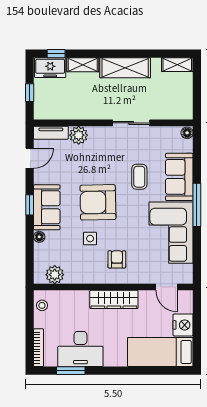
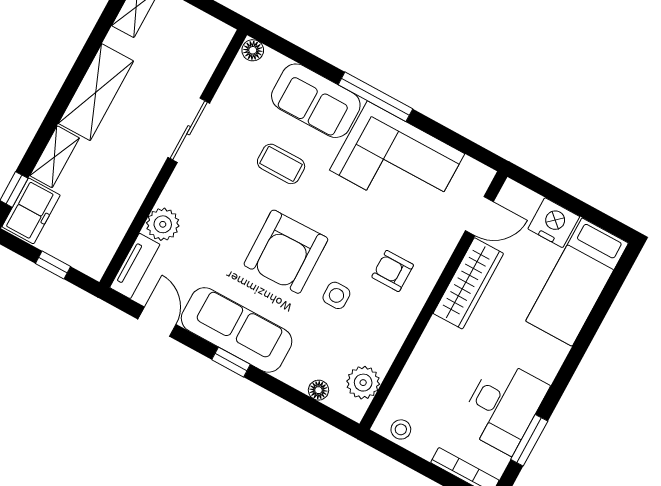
sofa: (47, 207) -> (237, 330), width x1.36
floor lamp: (39, 237) -> (318, 390), moved
wardrobe: (114, 299) -> (468, 283), moved

